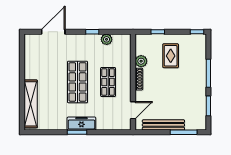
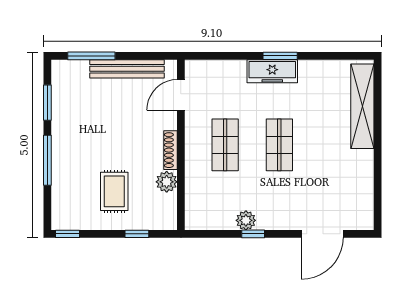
plant: (107, 39) -> (246, 220), moved
shop shelf: (77, 82) -> (279, 145), width x0.70, depth x0.74

